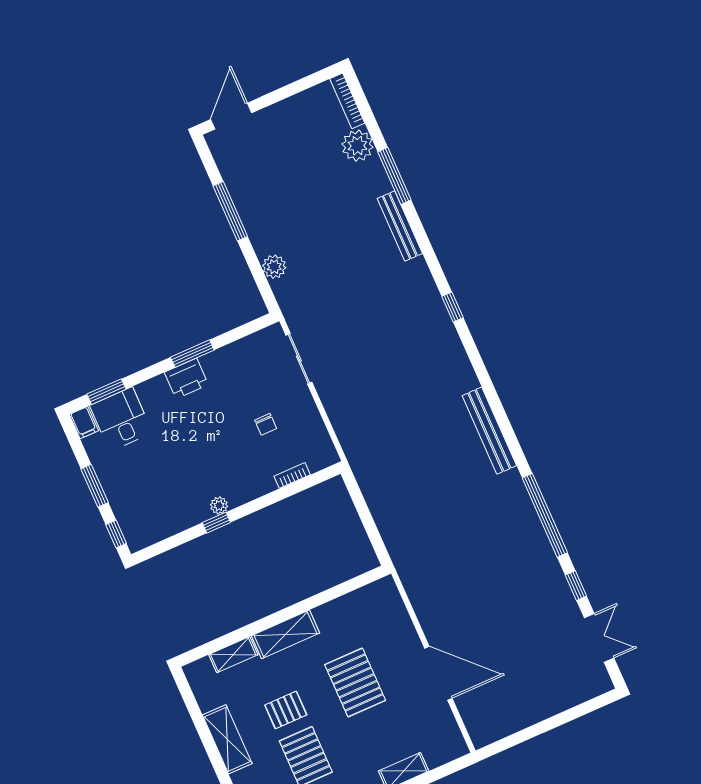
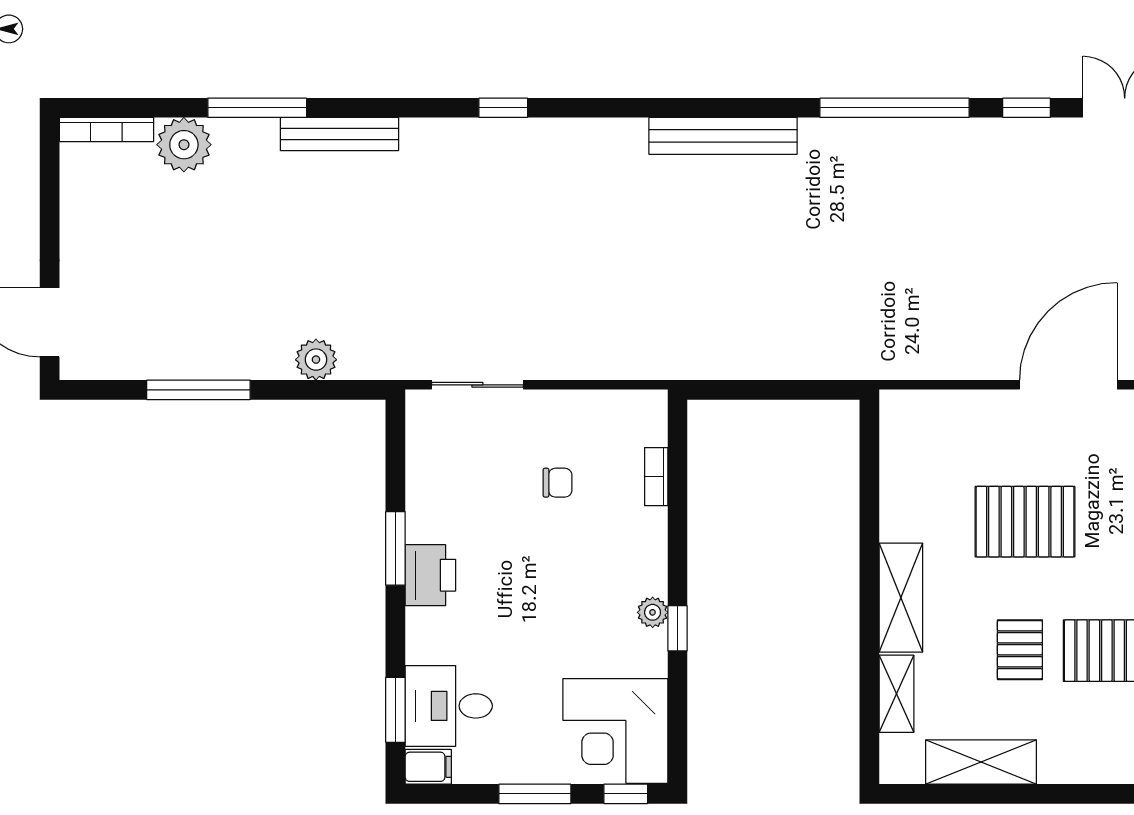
corner desk: (147, 514) -> (615, 731), added
shelving: (227, 739) -> (981, 762), moved

